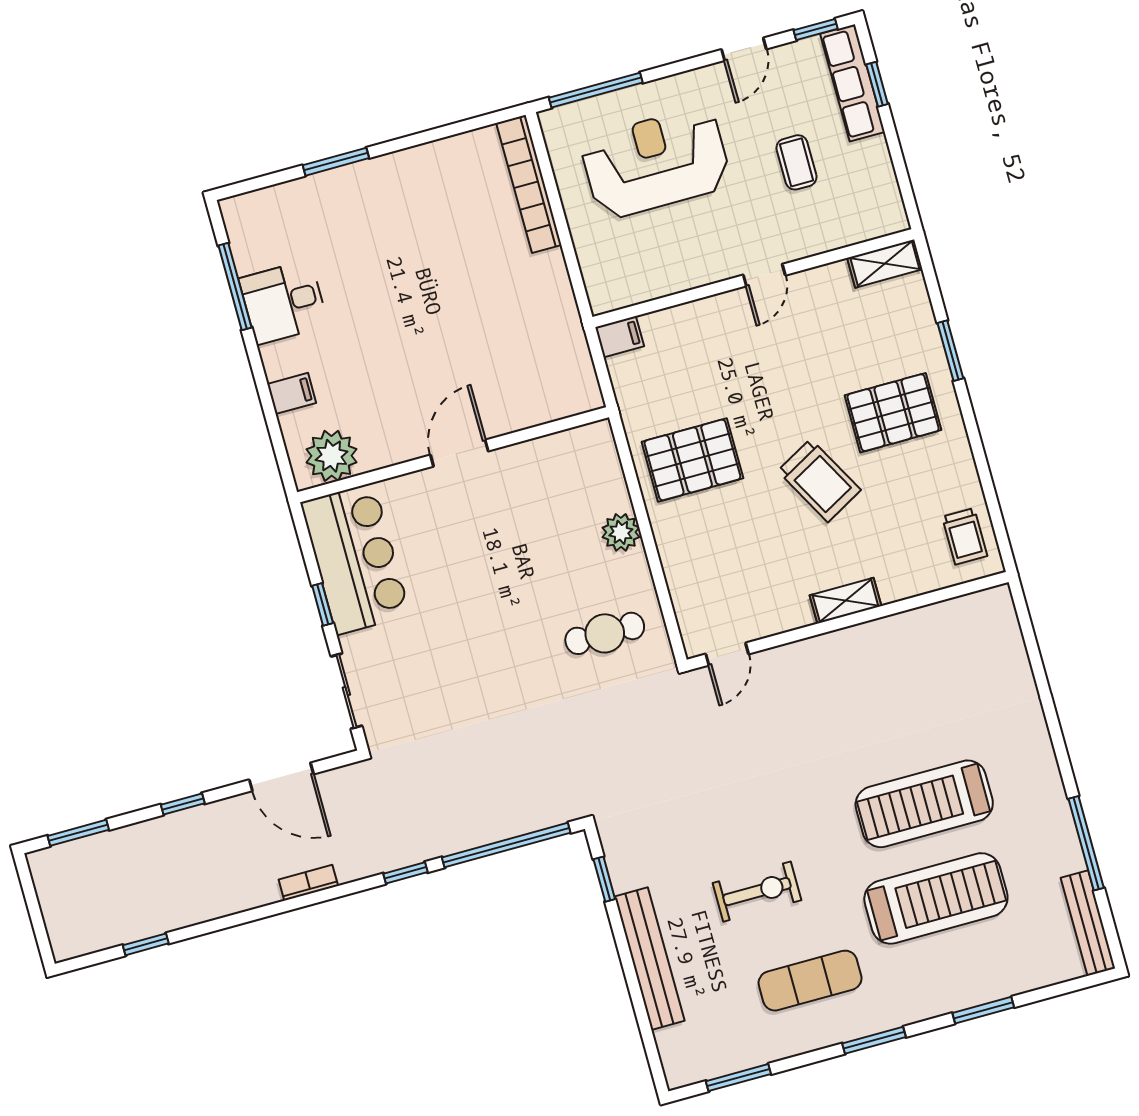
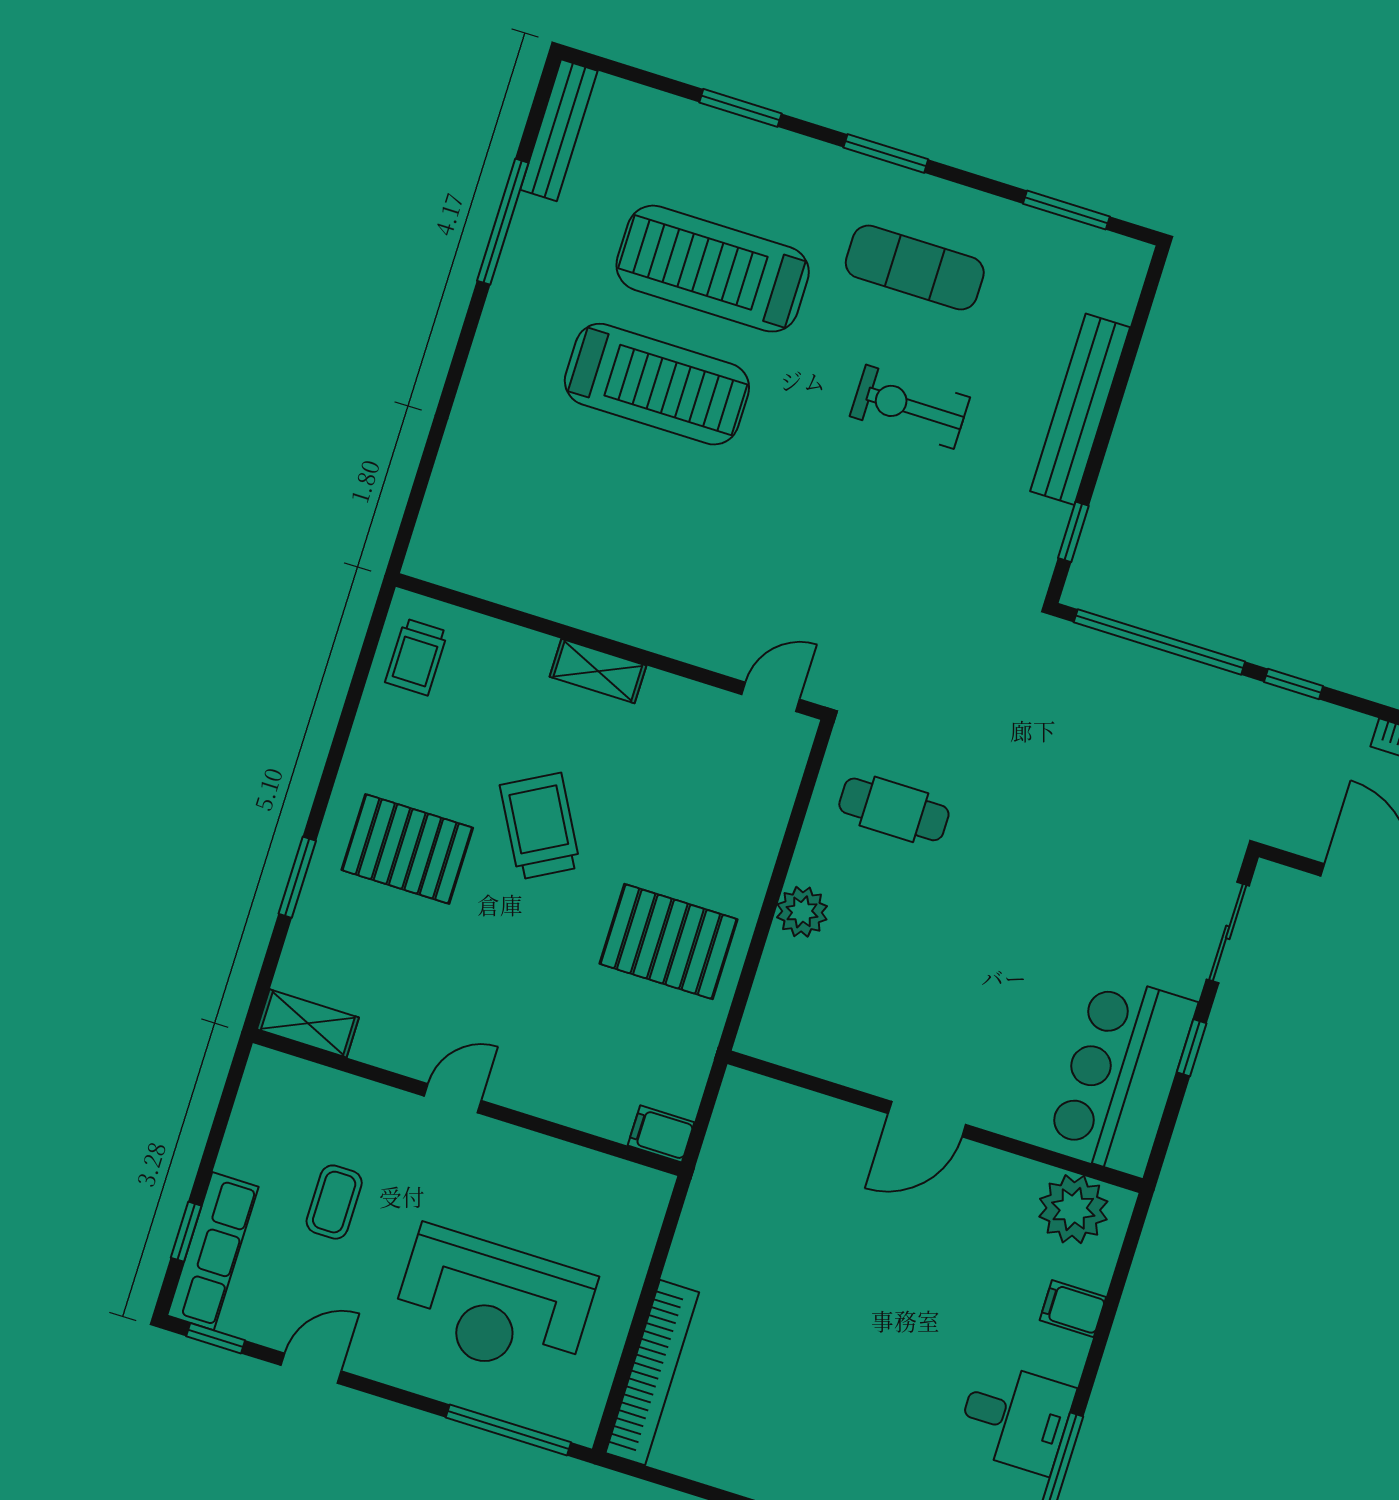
trolley: (965, 536) -> (416, 657), turned 180

